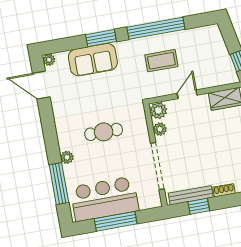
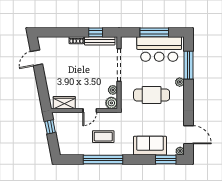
window: (101, 38) -> (166, 160), moved
cafe table: (104, 132) -> (152, 95), width x1.37, depth x1.35

